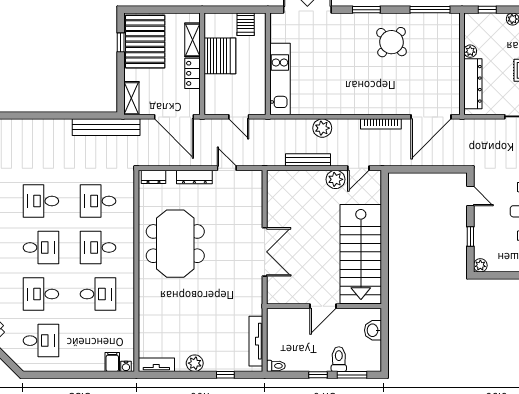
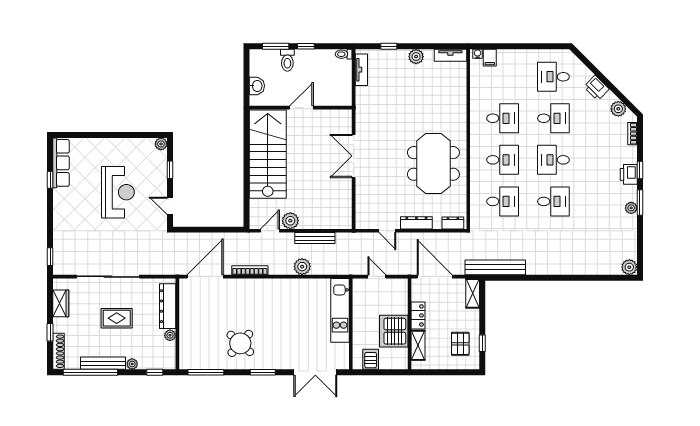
pallet: (145, 42) -> (460, 344), width x0.49, depth x0.50
desk: (98, 294) -> (503, 118), turned 180
tv unit: (256, 341) -> (361, 70), width x0.71

